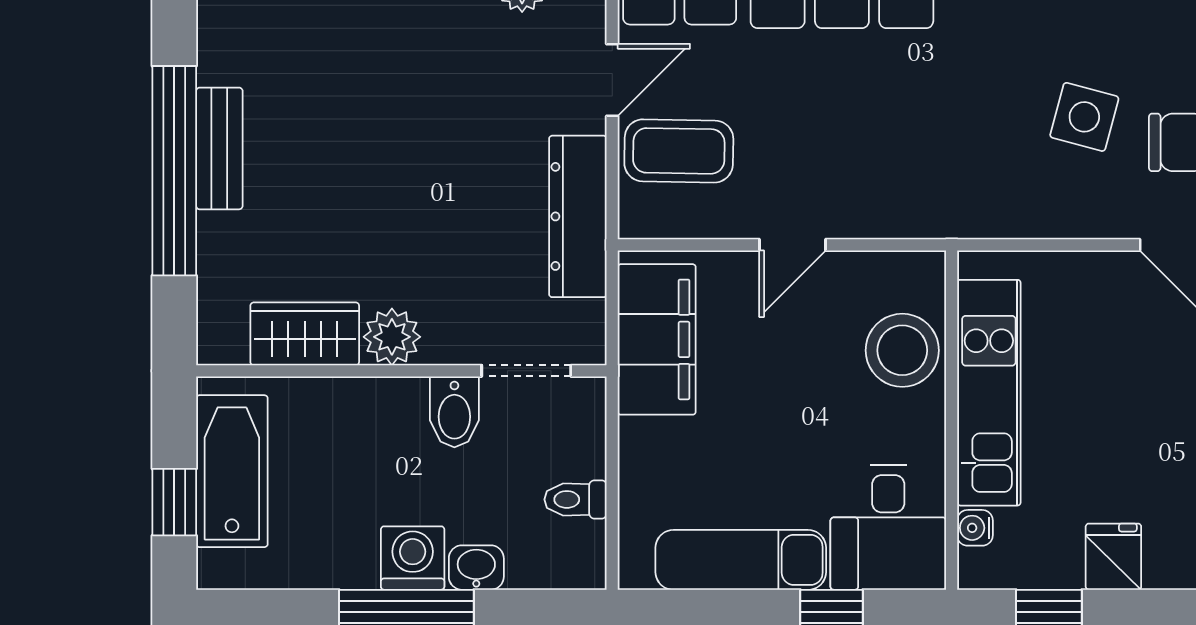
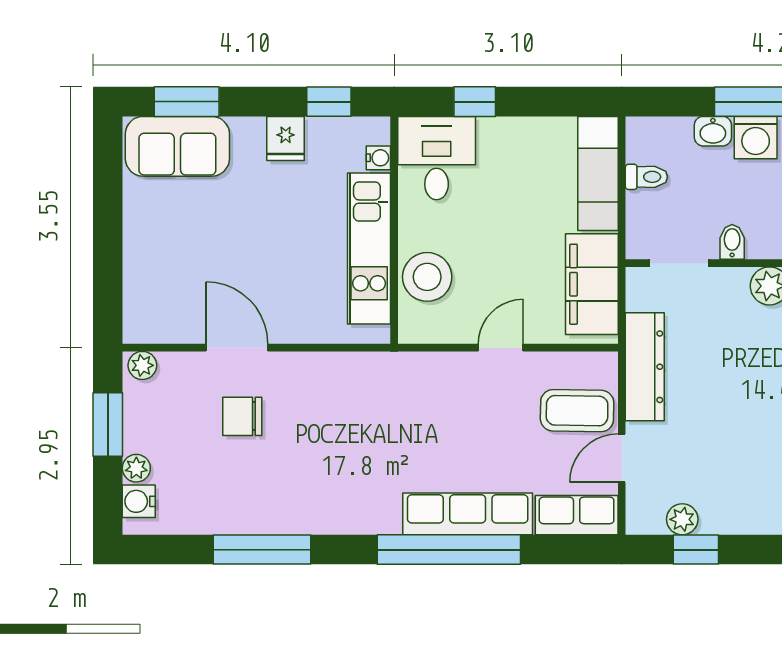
side table: (1084, 117) -> (305, 433), removed
bidet: (454, 412) -> (732, 242), width x0.72, depth x0.74
exam couch: (741, 560) -> (598, 173), moved, turned 90

